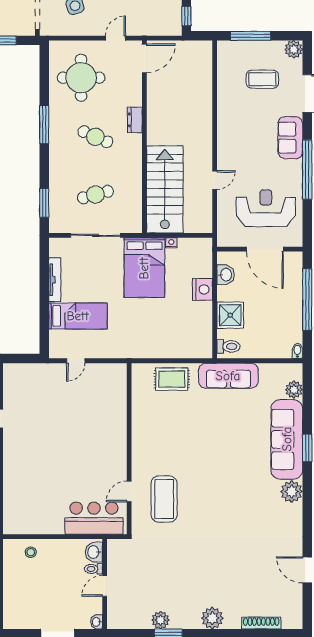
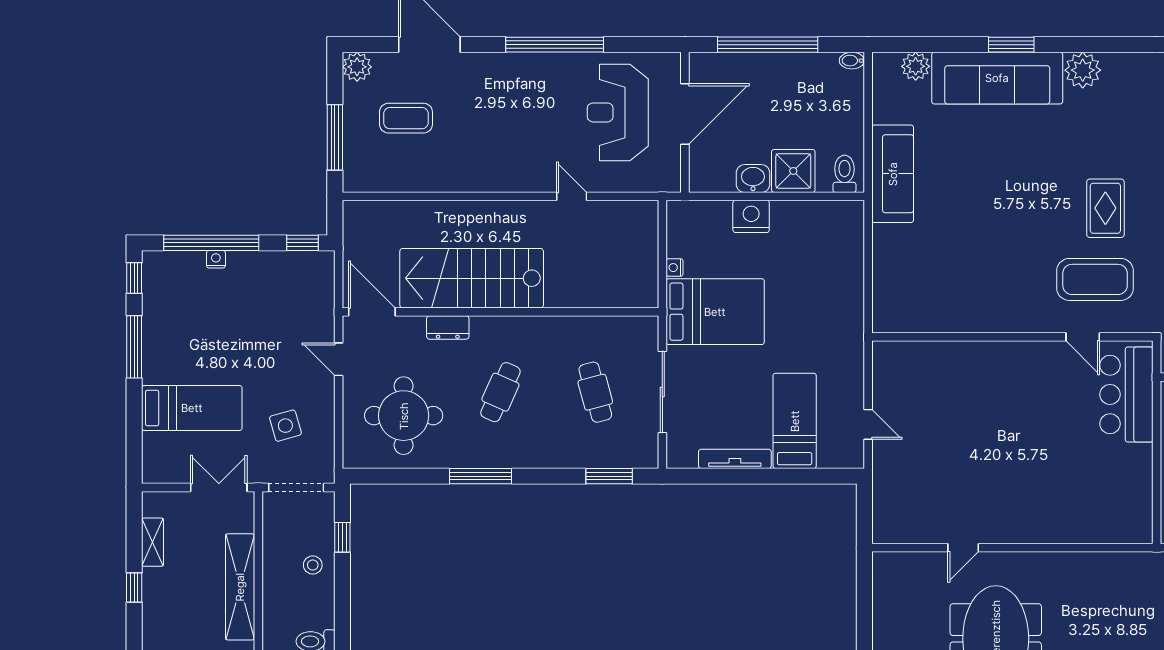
coffee table: (262, 79) -> (406, 118), turned 90
dresser: (135, 120) -> (448, 327), moved
sofa: (290, 138) -> (502, 72), removed
stairs: (165, 189) -> (472, 278), moved
washbasin: (226, 275) -> (753, 179), moved
rug: (172, 379) -> (1105, 208), moved

